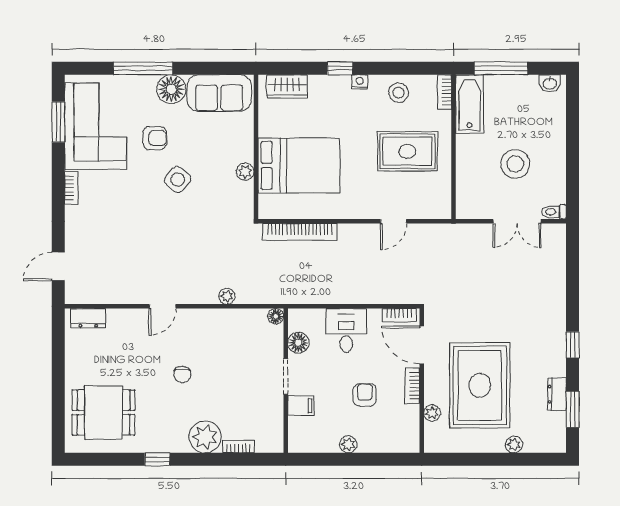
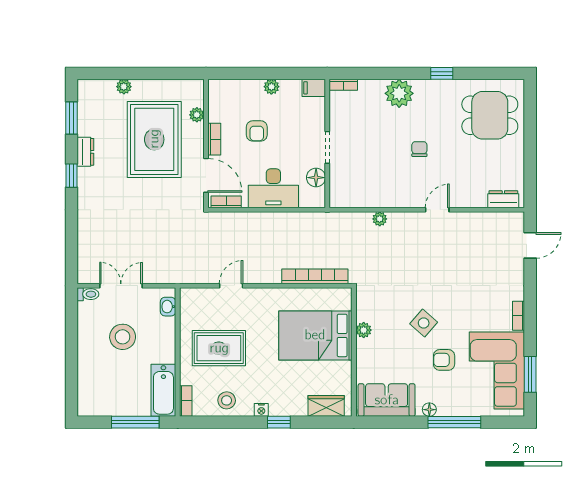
washbasin: (550, 83) -> (168, 307), moved, turned -90
floor lamp: (171, 89) -> (429, 410), width x0.53, depth x0.53
floor lamp: (276, 316) -> (336, 201), removed
desk: (346, 330) -> (273, 188), width x1.37
dresser: (557, 394) -> (85, 152), moved
filing cabinet: (301, 406) -> (314, 88), moved
bookcase: (239, 447) -> (343, 85), moved

